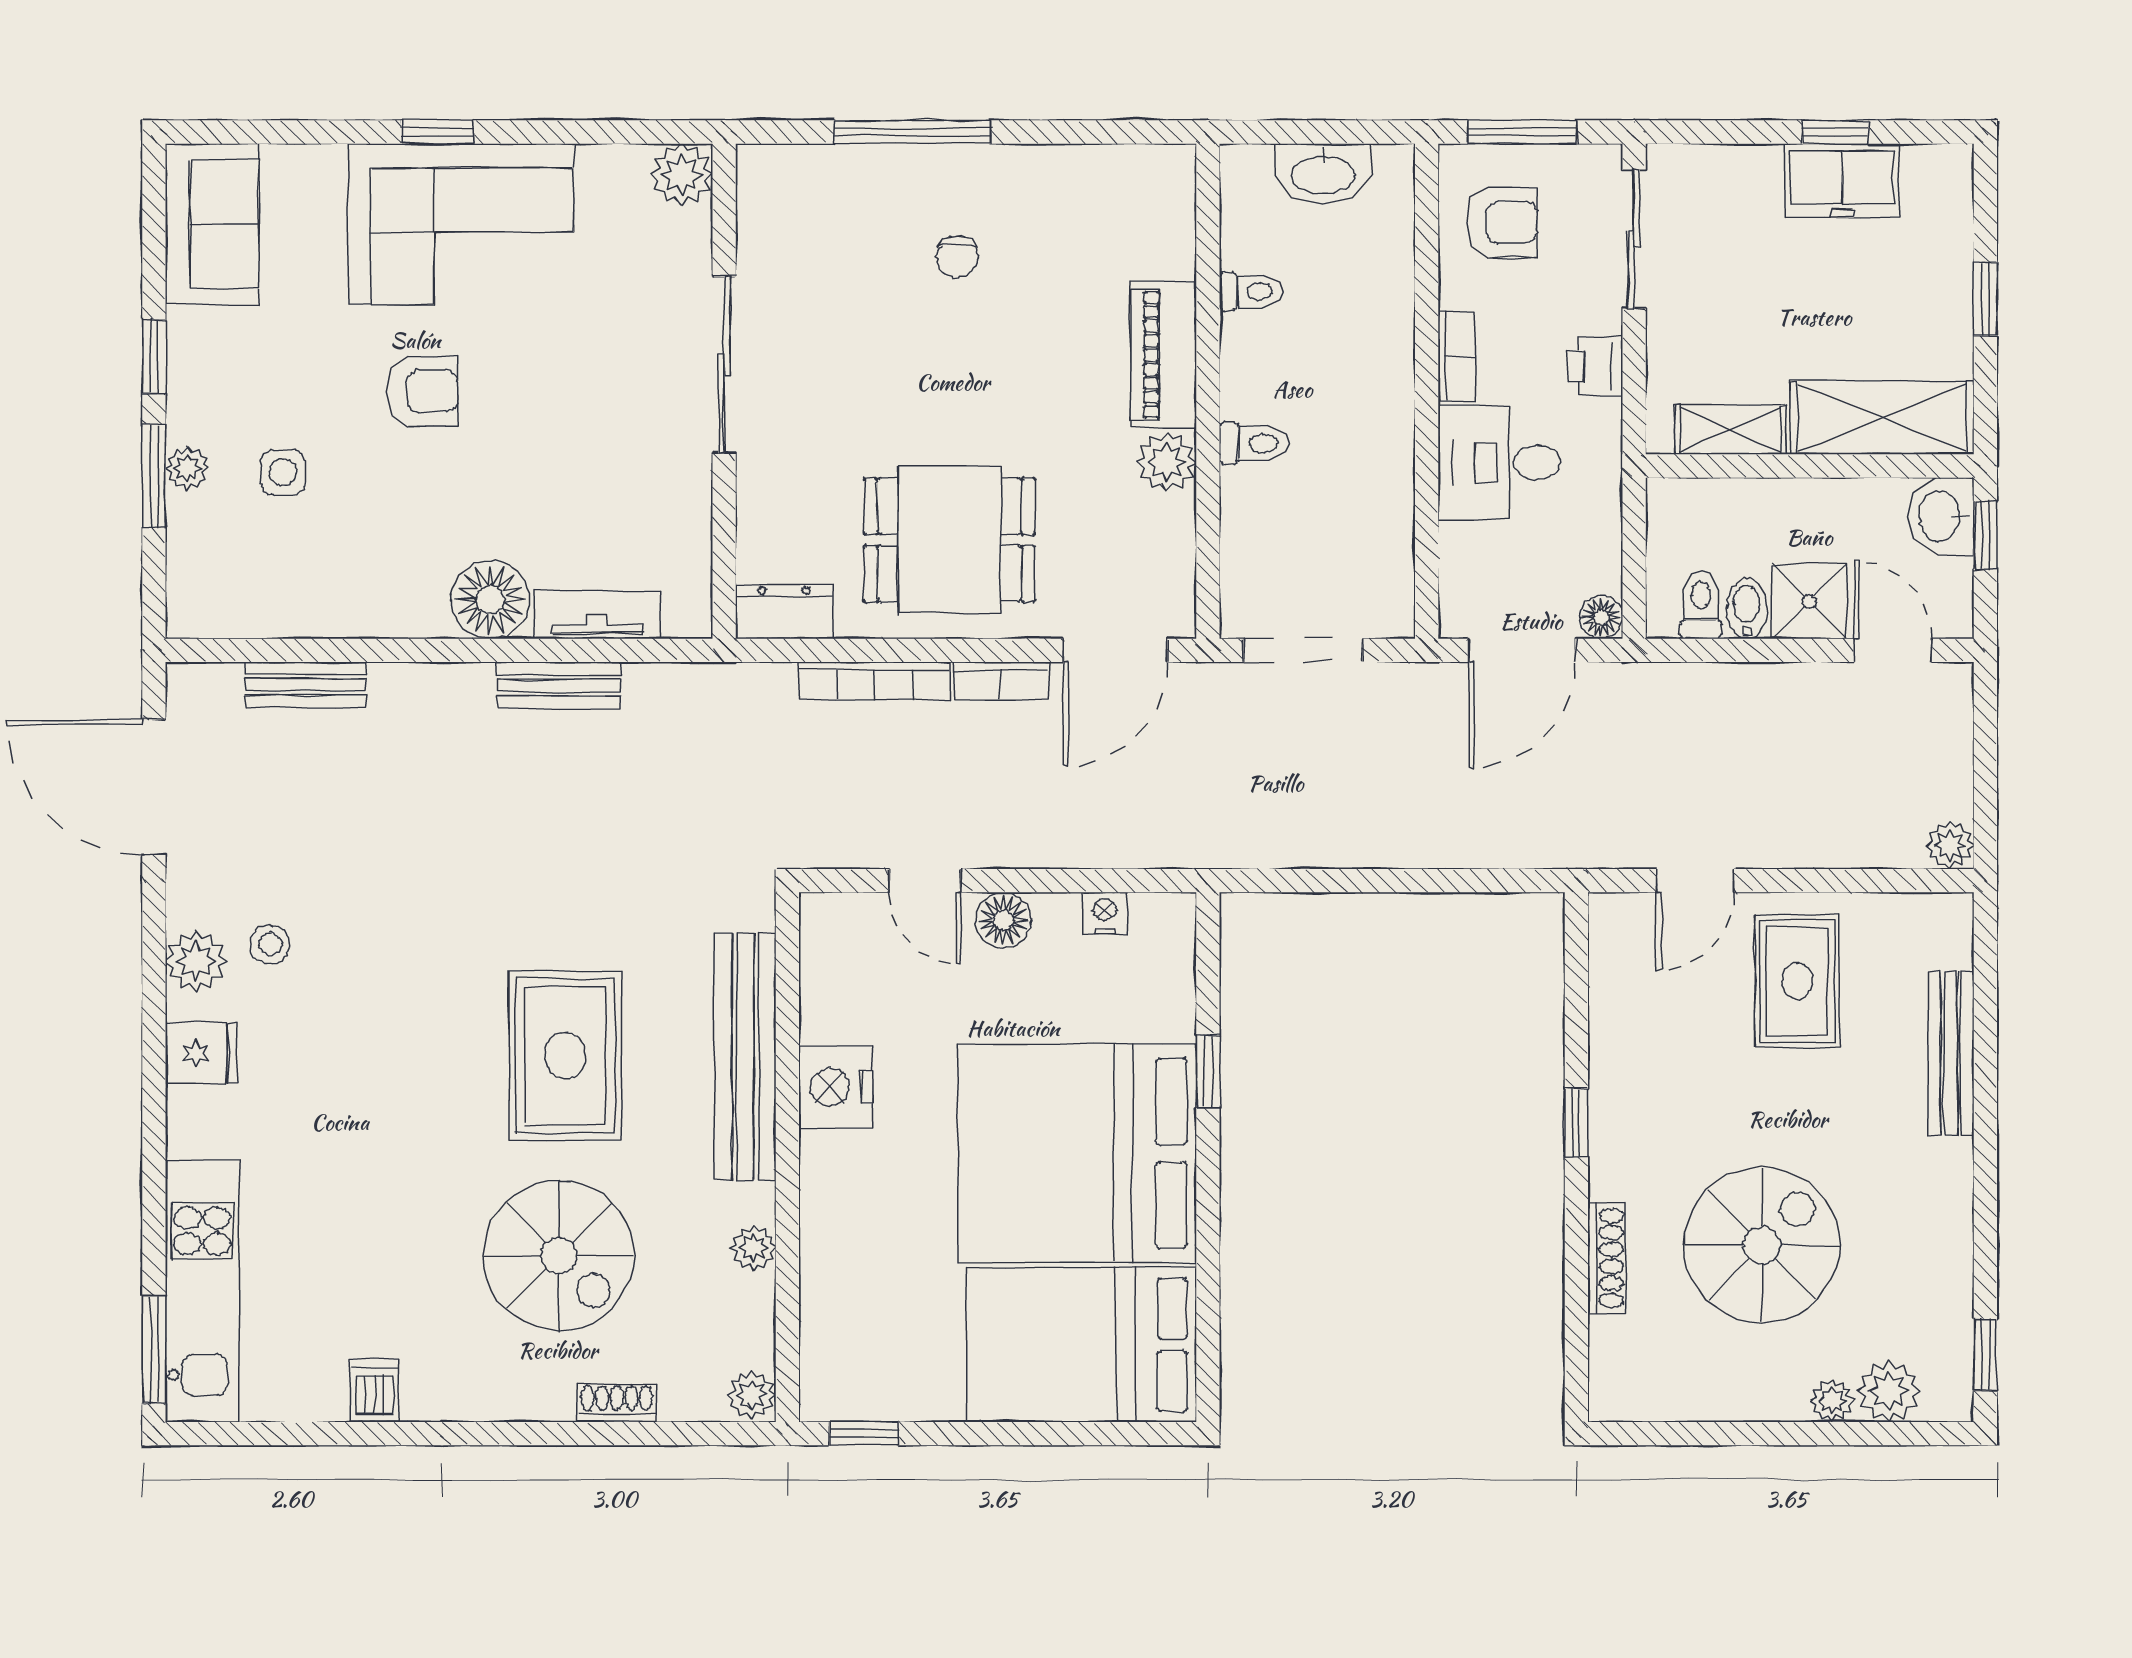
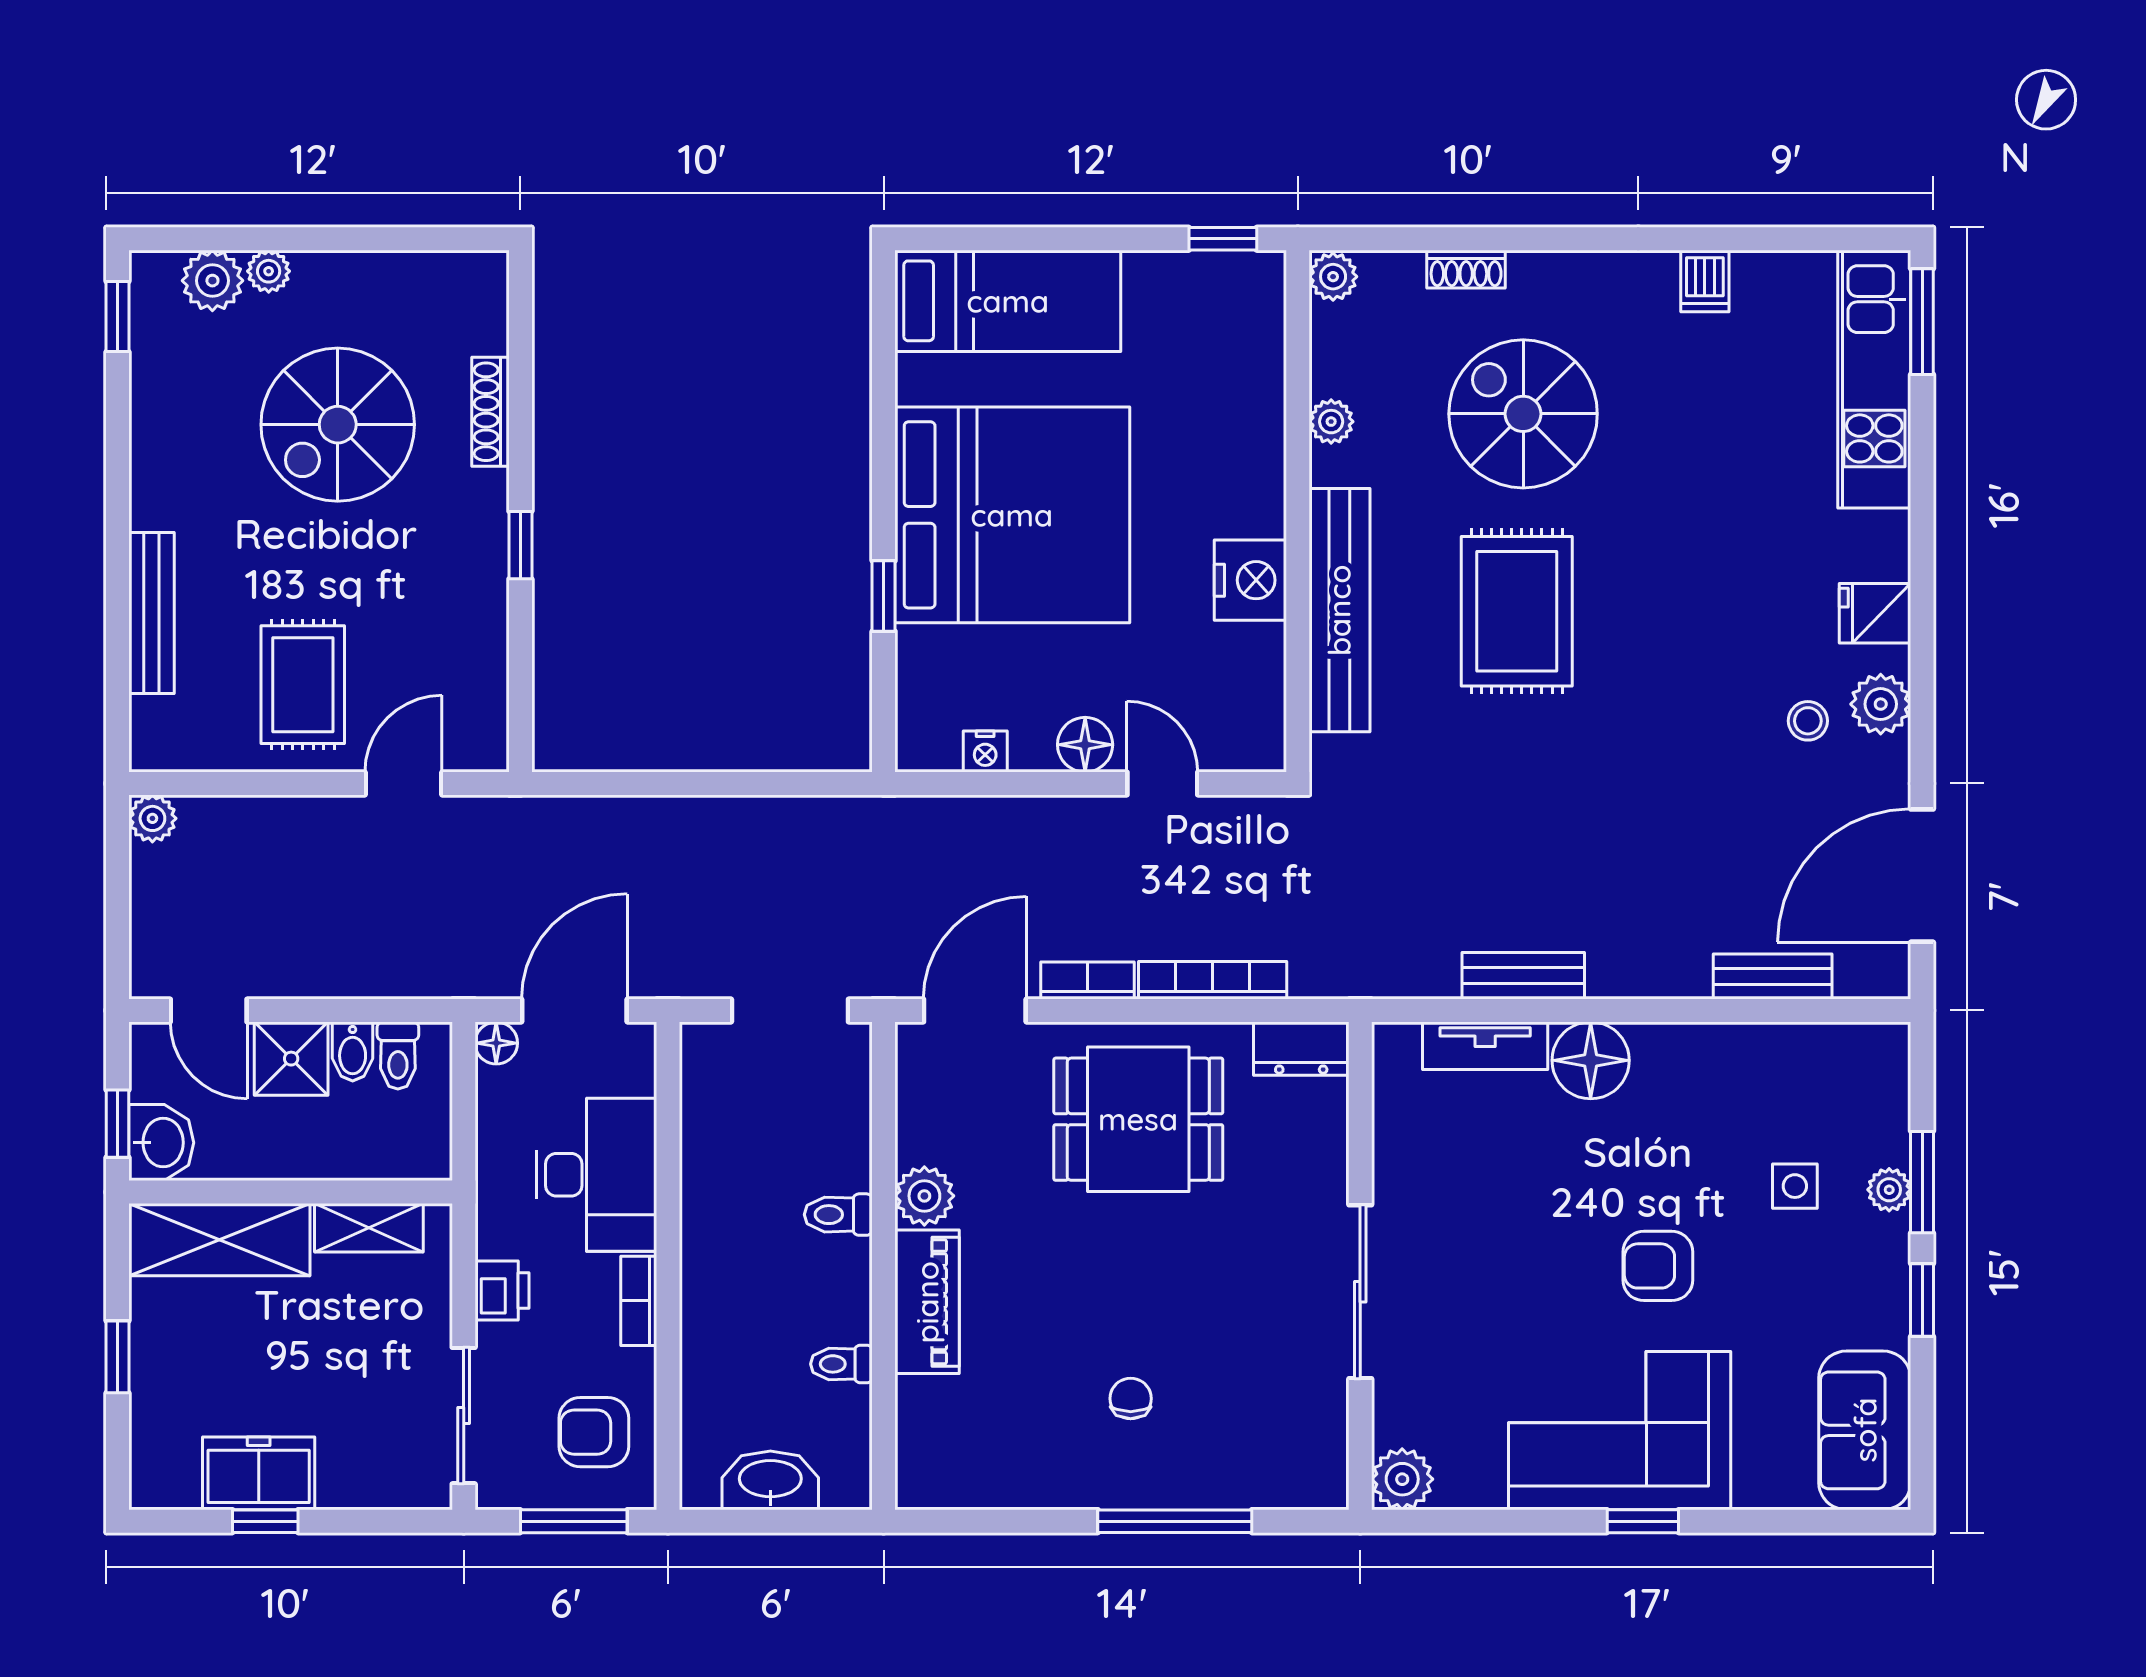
desk: (1499, 462) -> (596, 1175), width x1.37
door: (154, 787) -> (1922, 876), swing flipped
bed: (1082, 1345) -> (1008, 301), width x0.67

